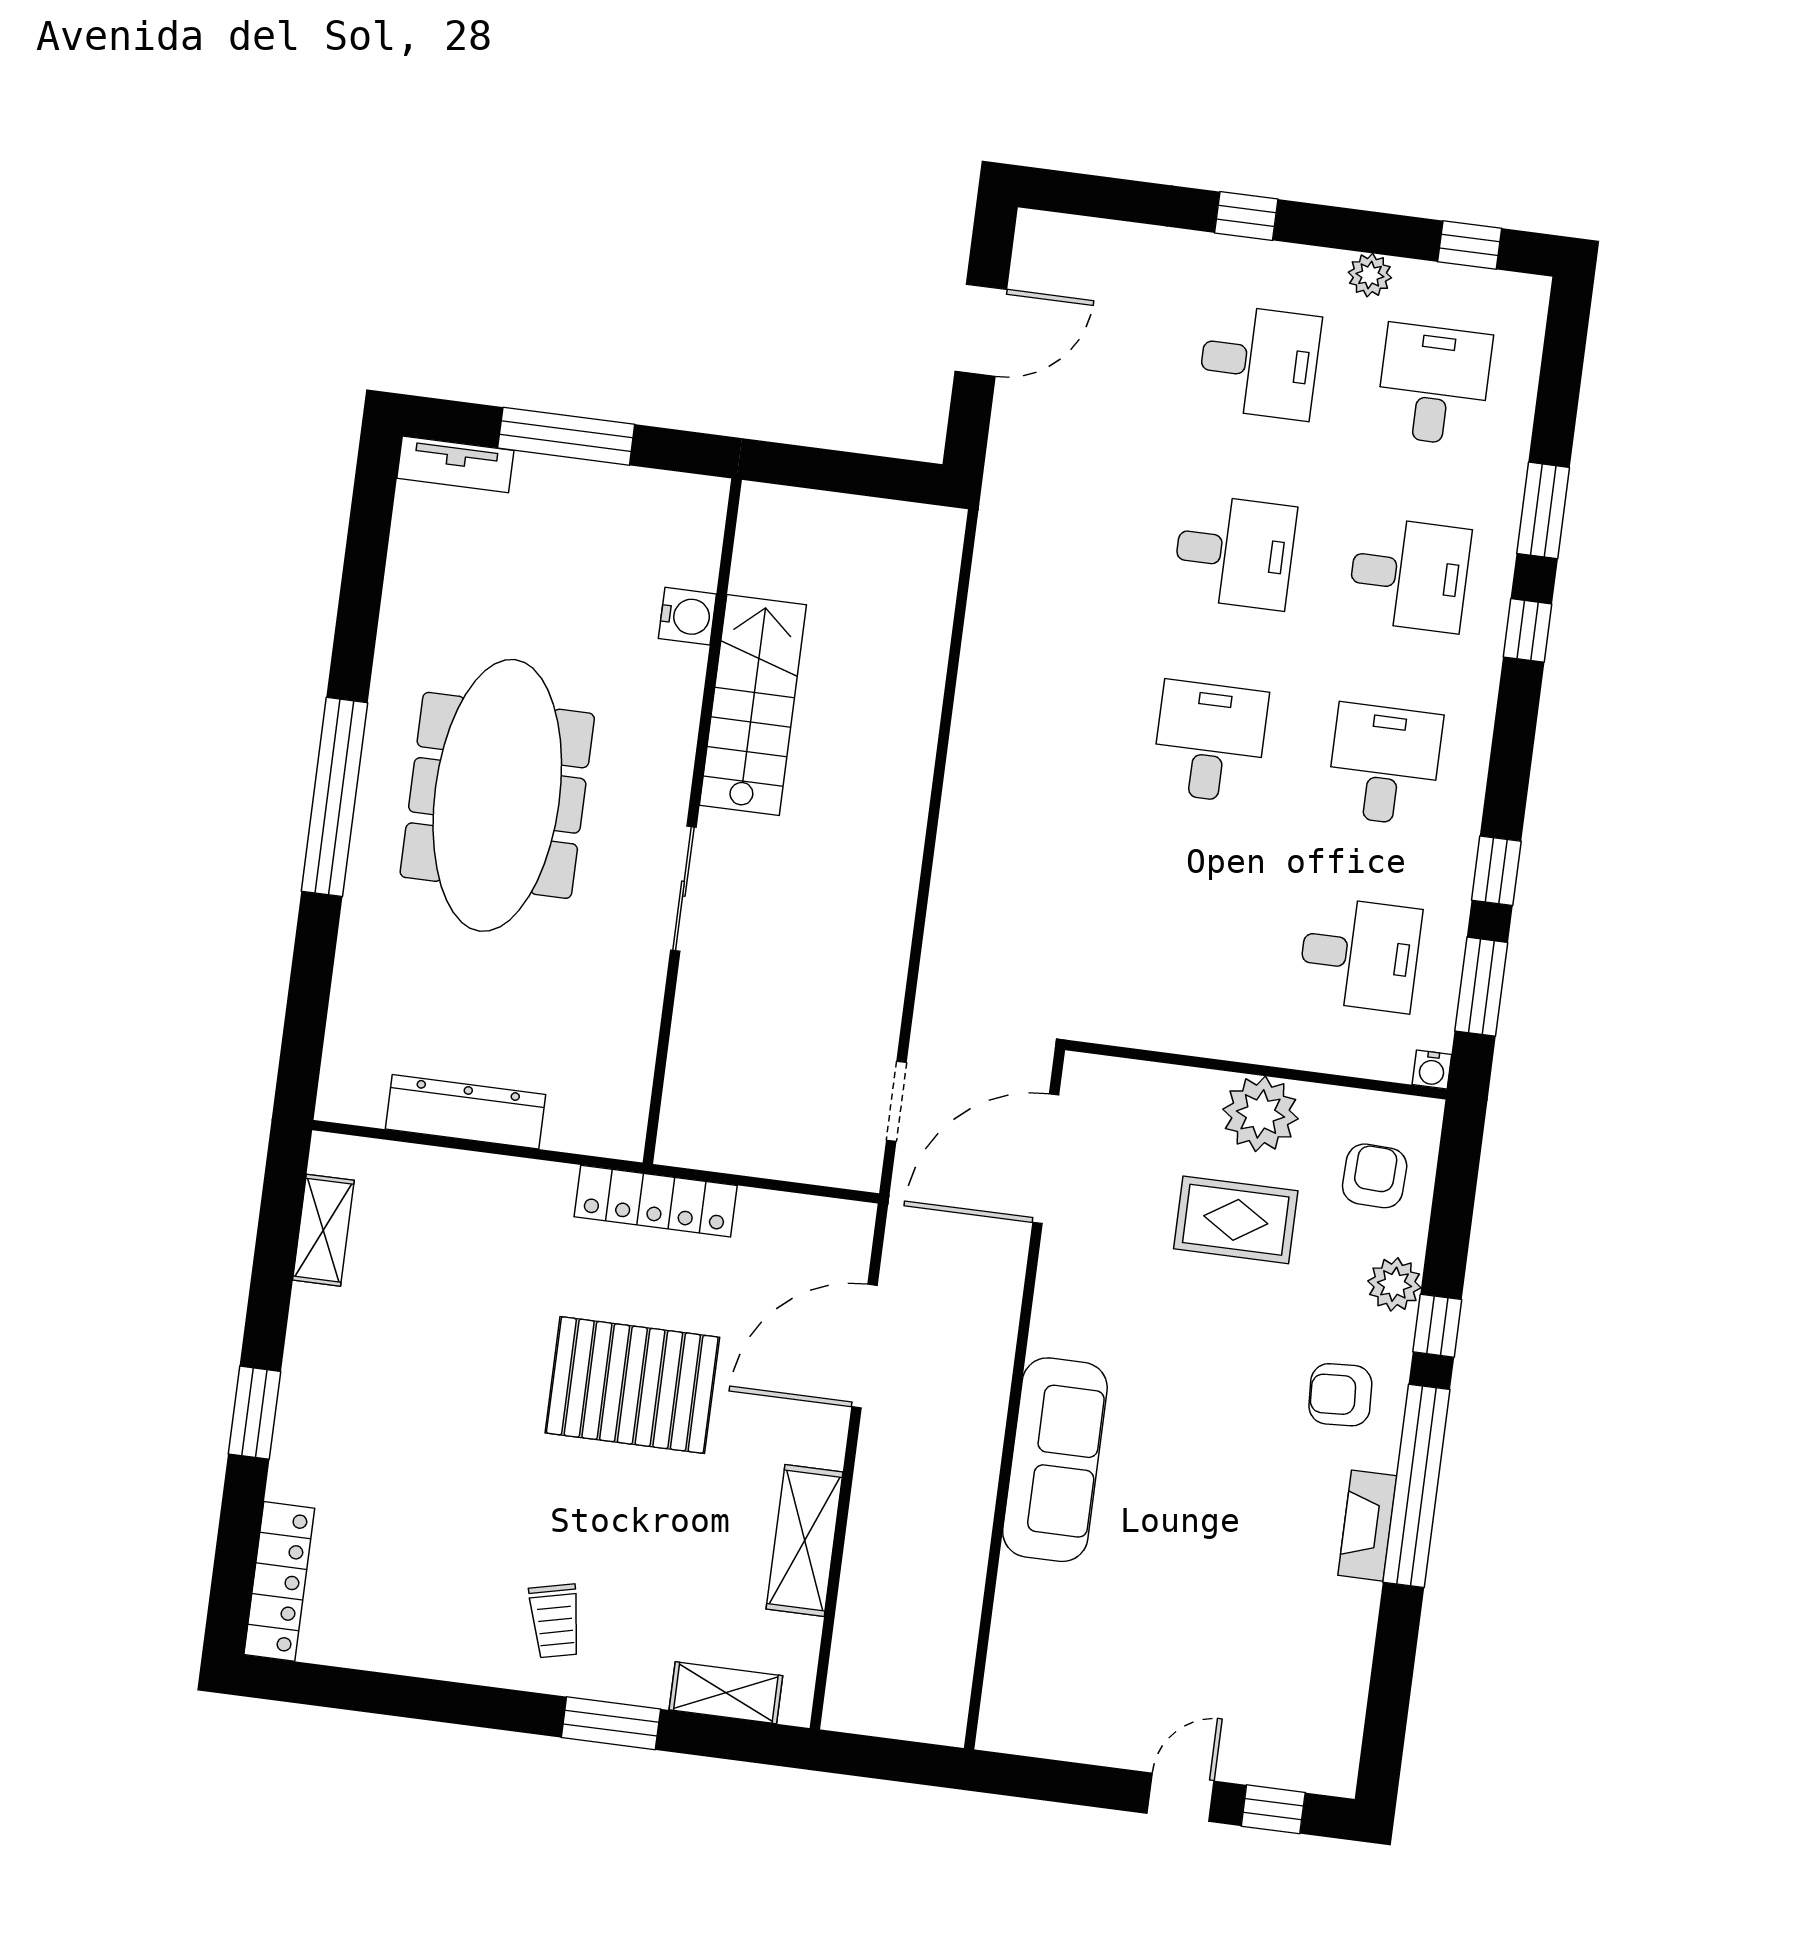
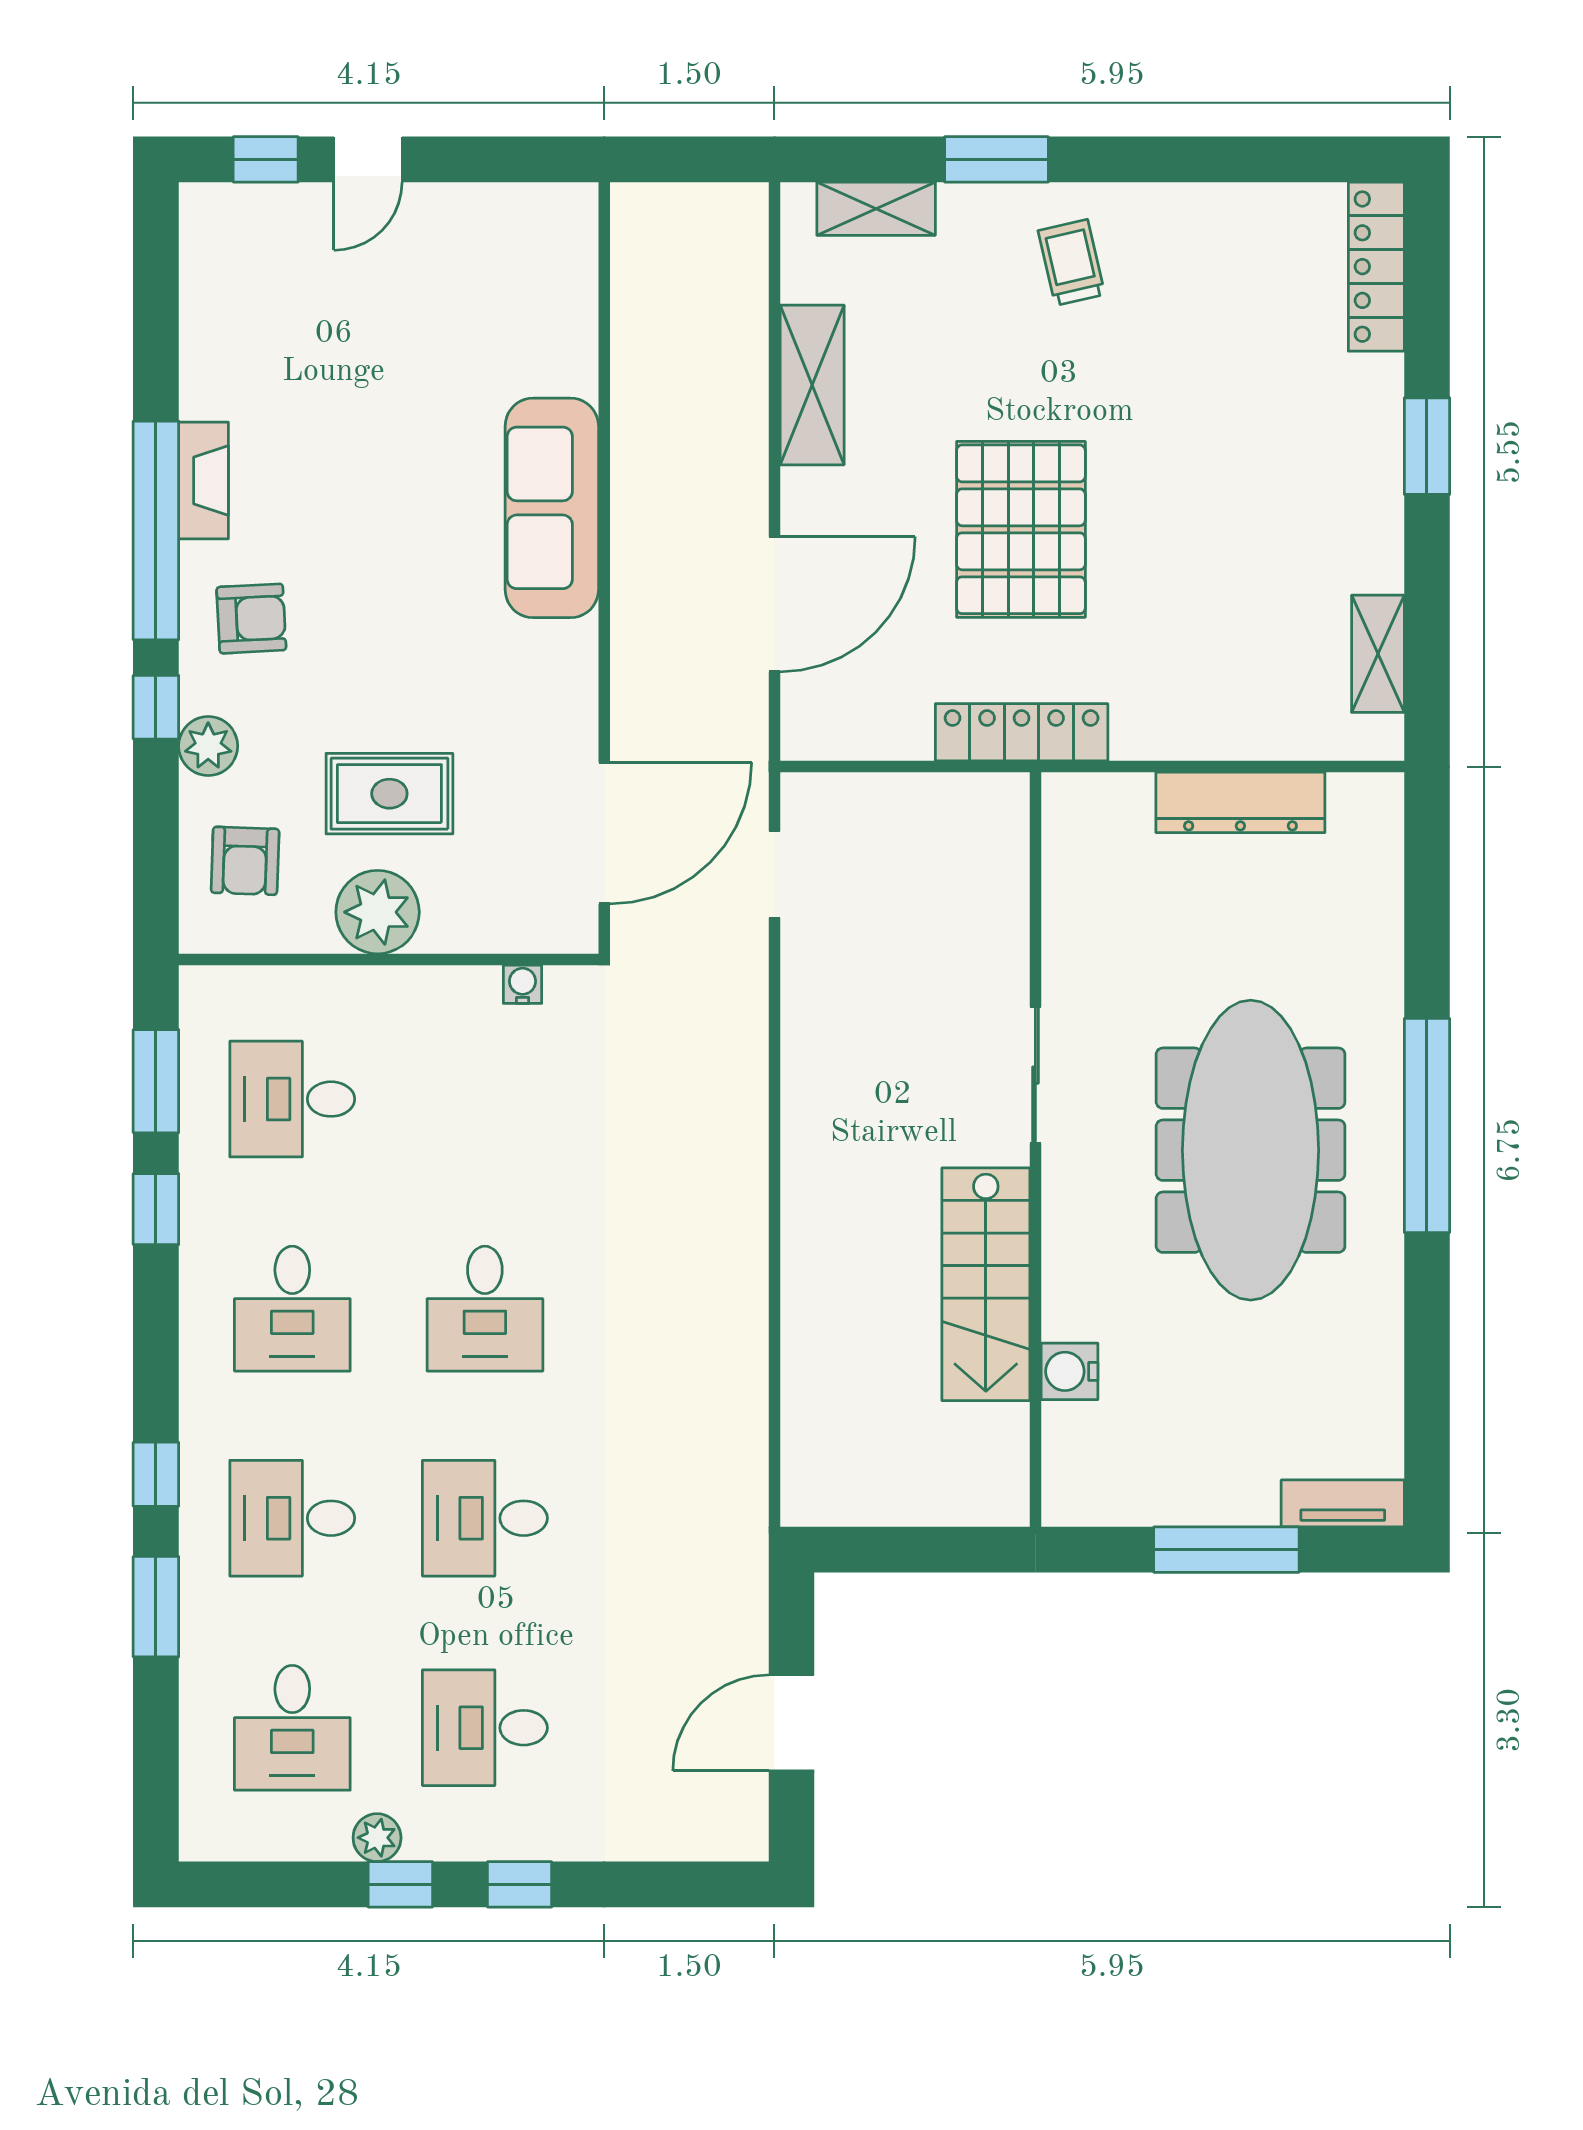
window: (1470, 245) -> (400, 1884), moved
water cooler: (1432, 1070) -> (523, 984), moved
pallet: (632, 1385) -> (1021, 529), turned 90

